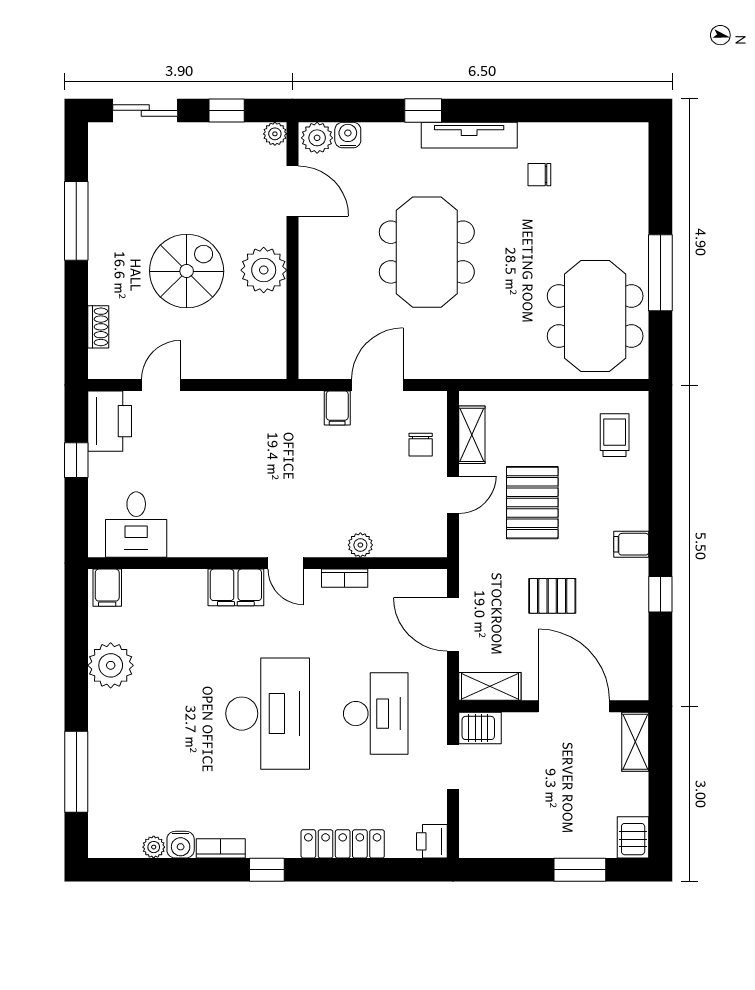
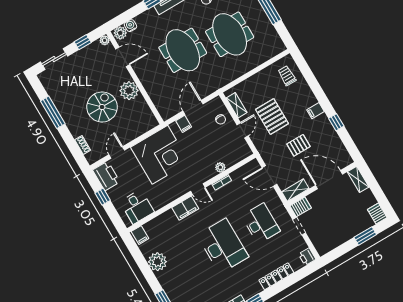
meeting table: (595, 316) -> (230, 34), moved
corner desk: (249, 444) -> (160, 155), added

